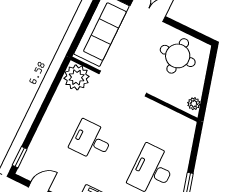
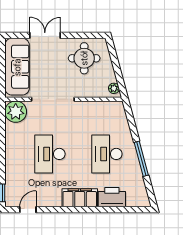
desk: (91, 141) -> (50, 154), width x1.37

